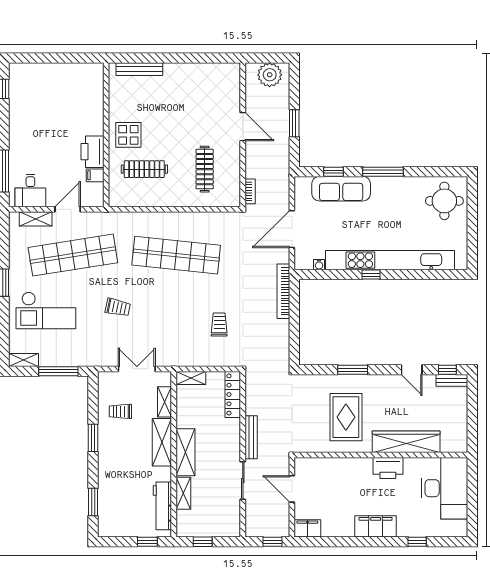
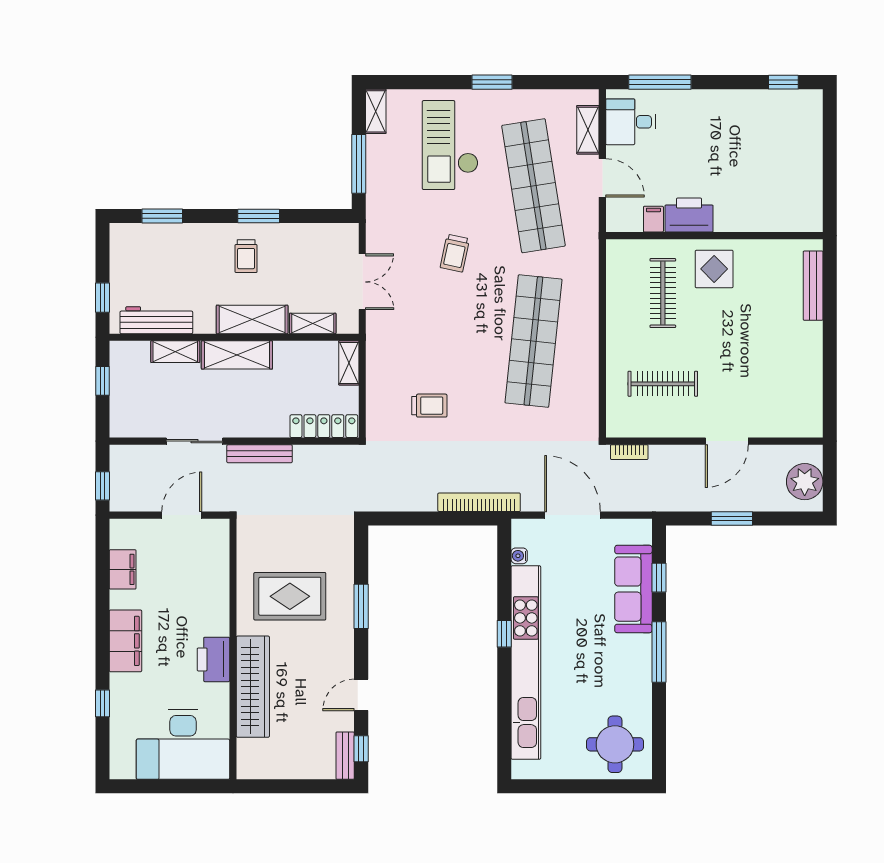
trolley: (120, 411) -> (246, 256), moved, turned 180
filing cabinet: (307, 528) -> (123, 569), moved

